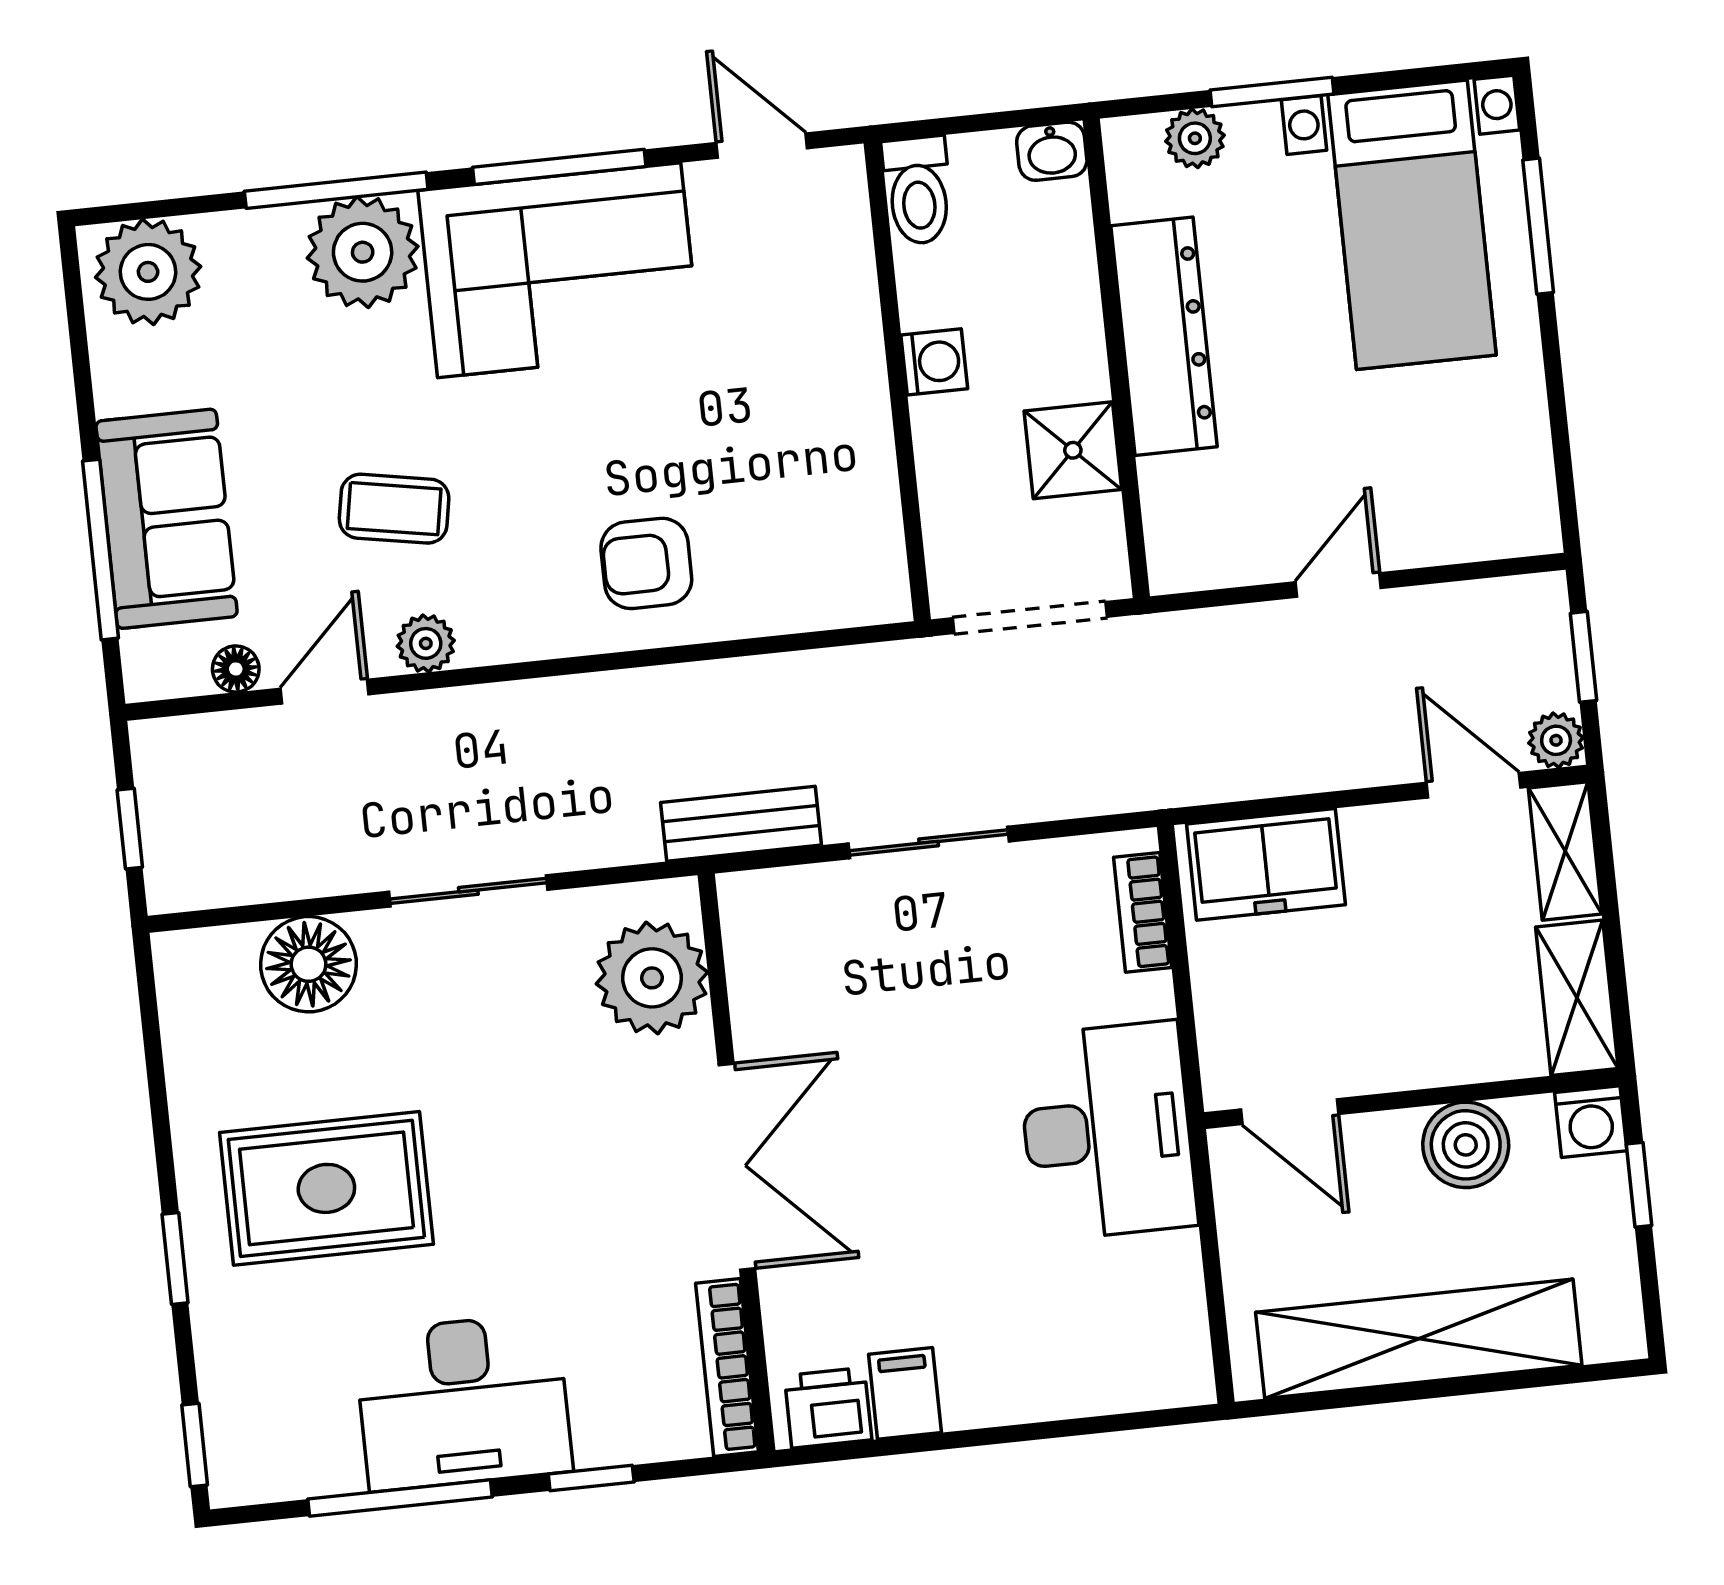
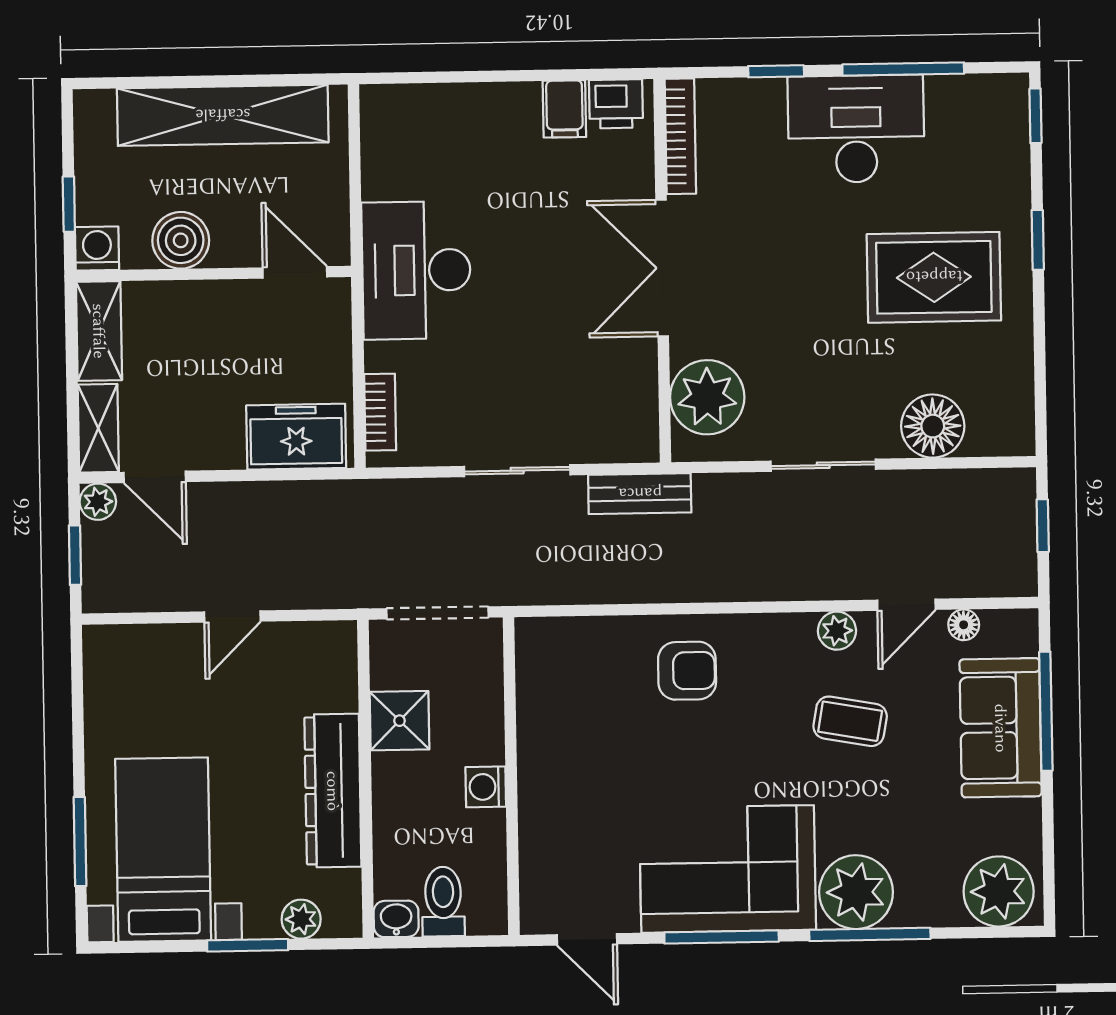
toilet: (918, 191) -> (443, 901), moved

